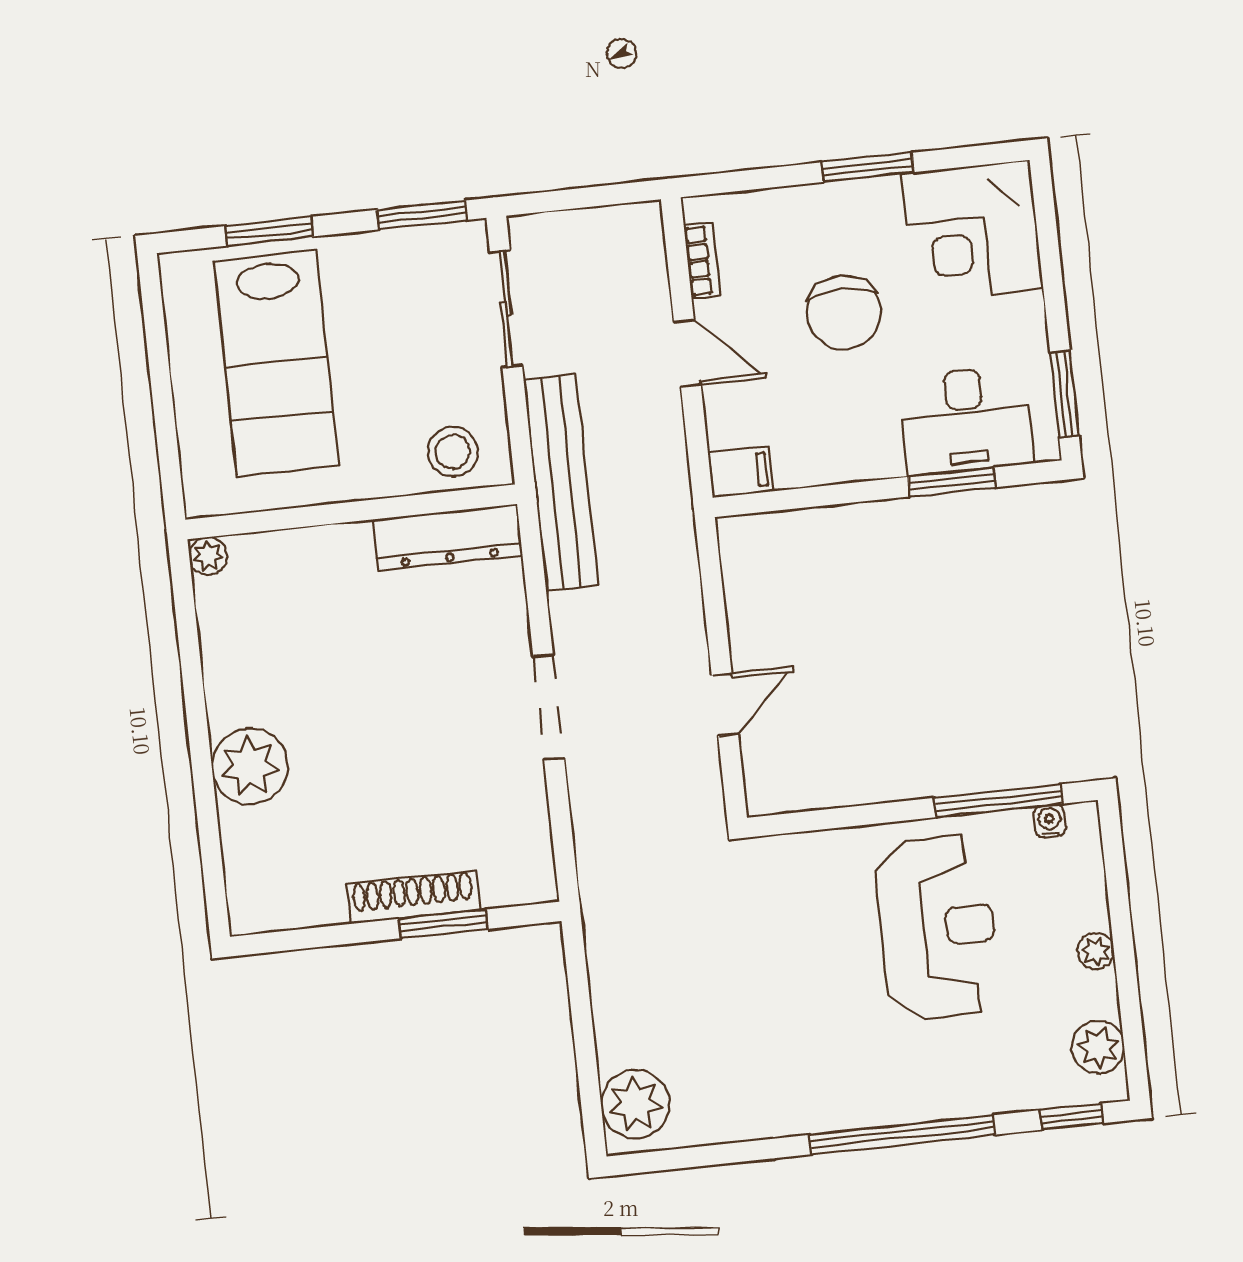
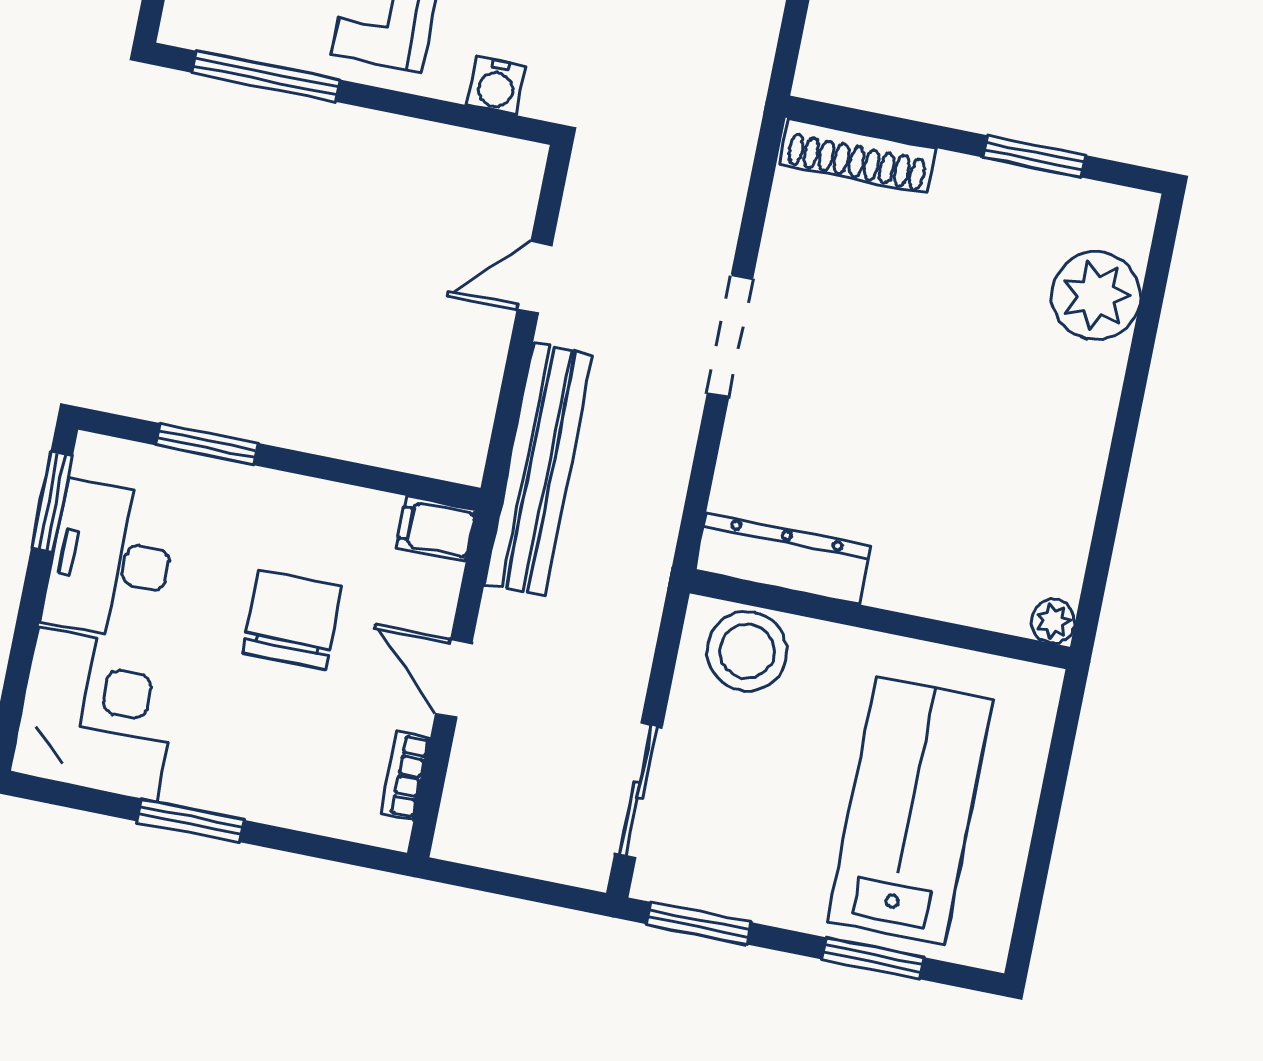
chair: (844, 312) -> (292, 620), moved
desk: (966, 420) -> (111, 561), moved, turned -90
stool: (453, 452) -> (747, 651), width x1.38, depth x1.38
bench: (561, 482) -> (539, 469), moved
plant: (250, 767) -> (1096, 296), moved
water cooler: (1050, 821) -> (496, 86), moved, width x1.38, depth x1.38
shoe rack: (413, 897) -> (858, 156), moved
window: (443, 924) -> (1034, 156), moved

